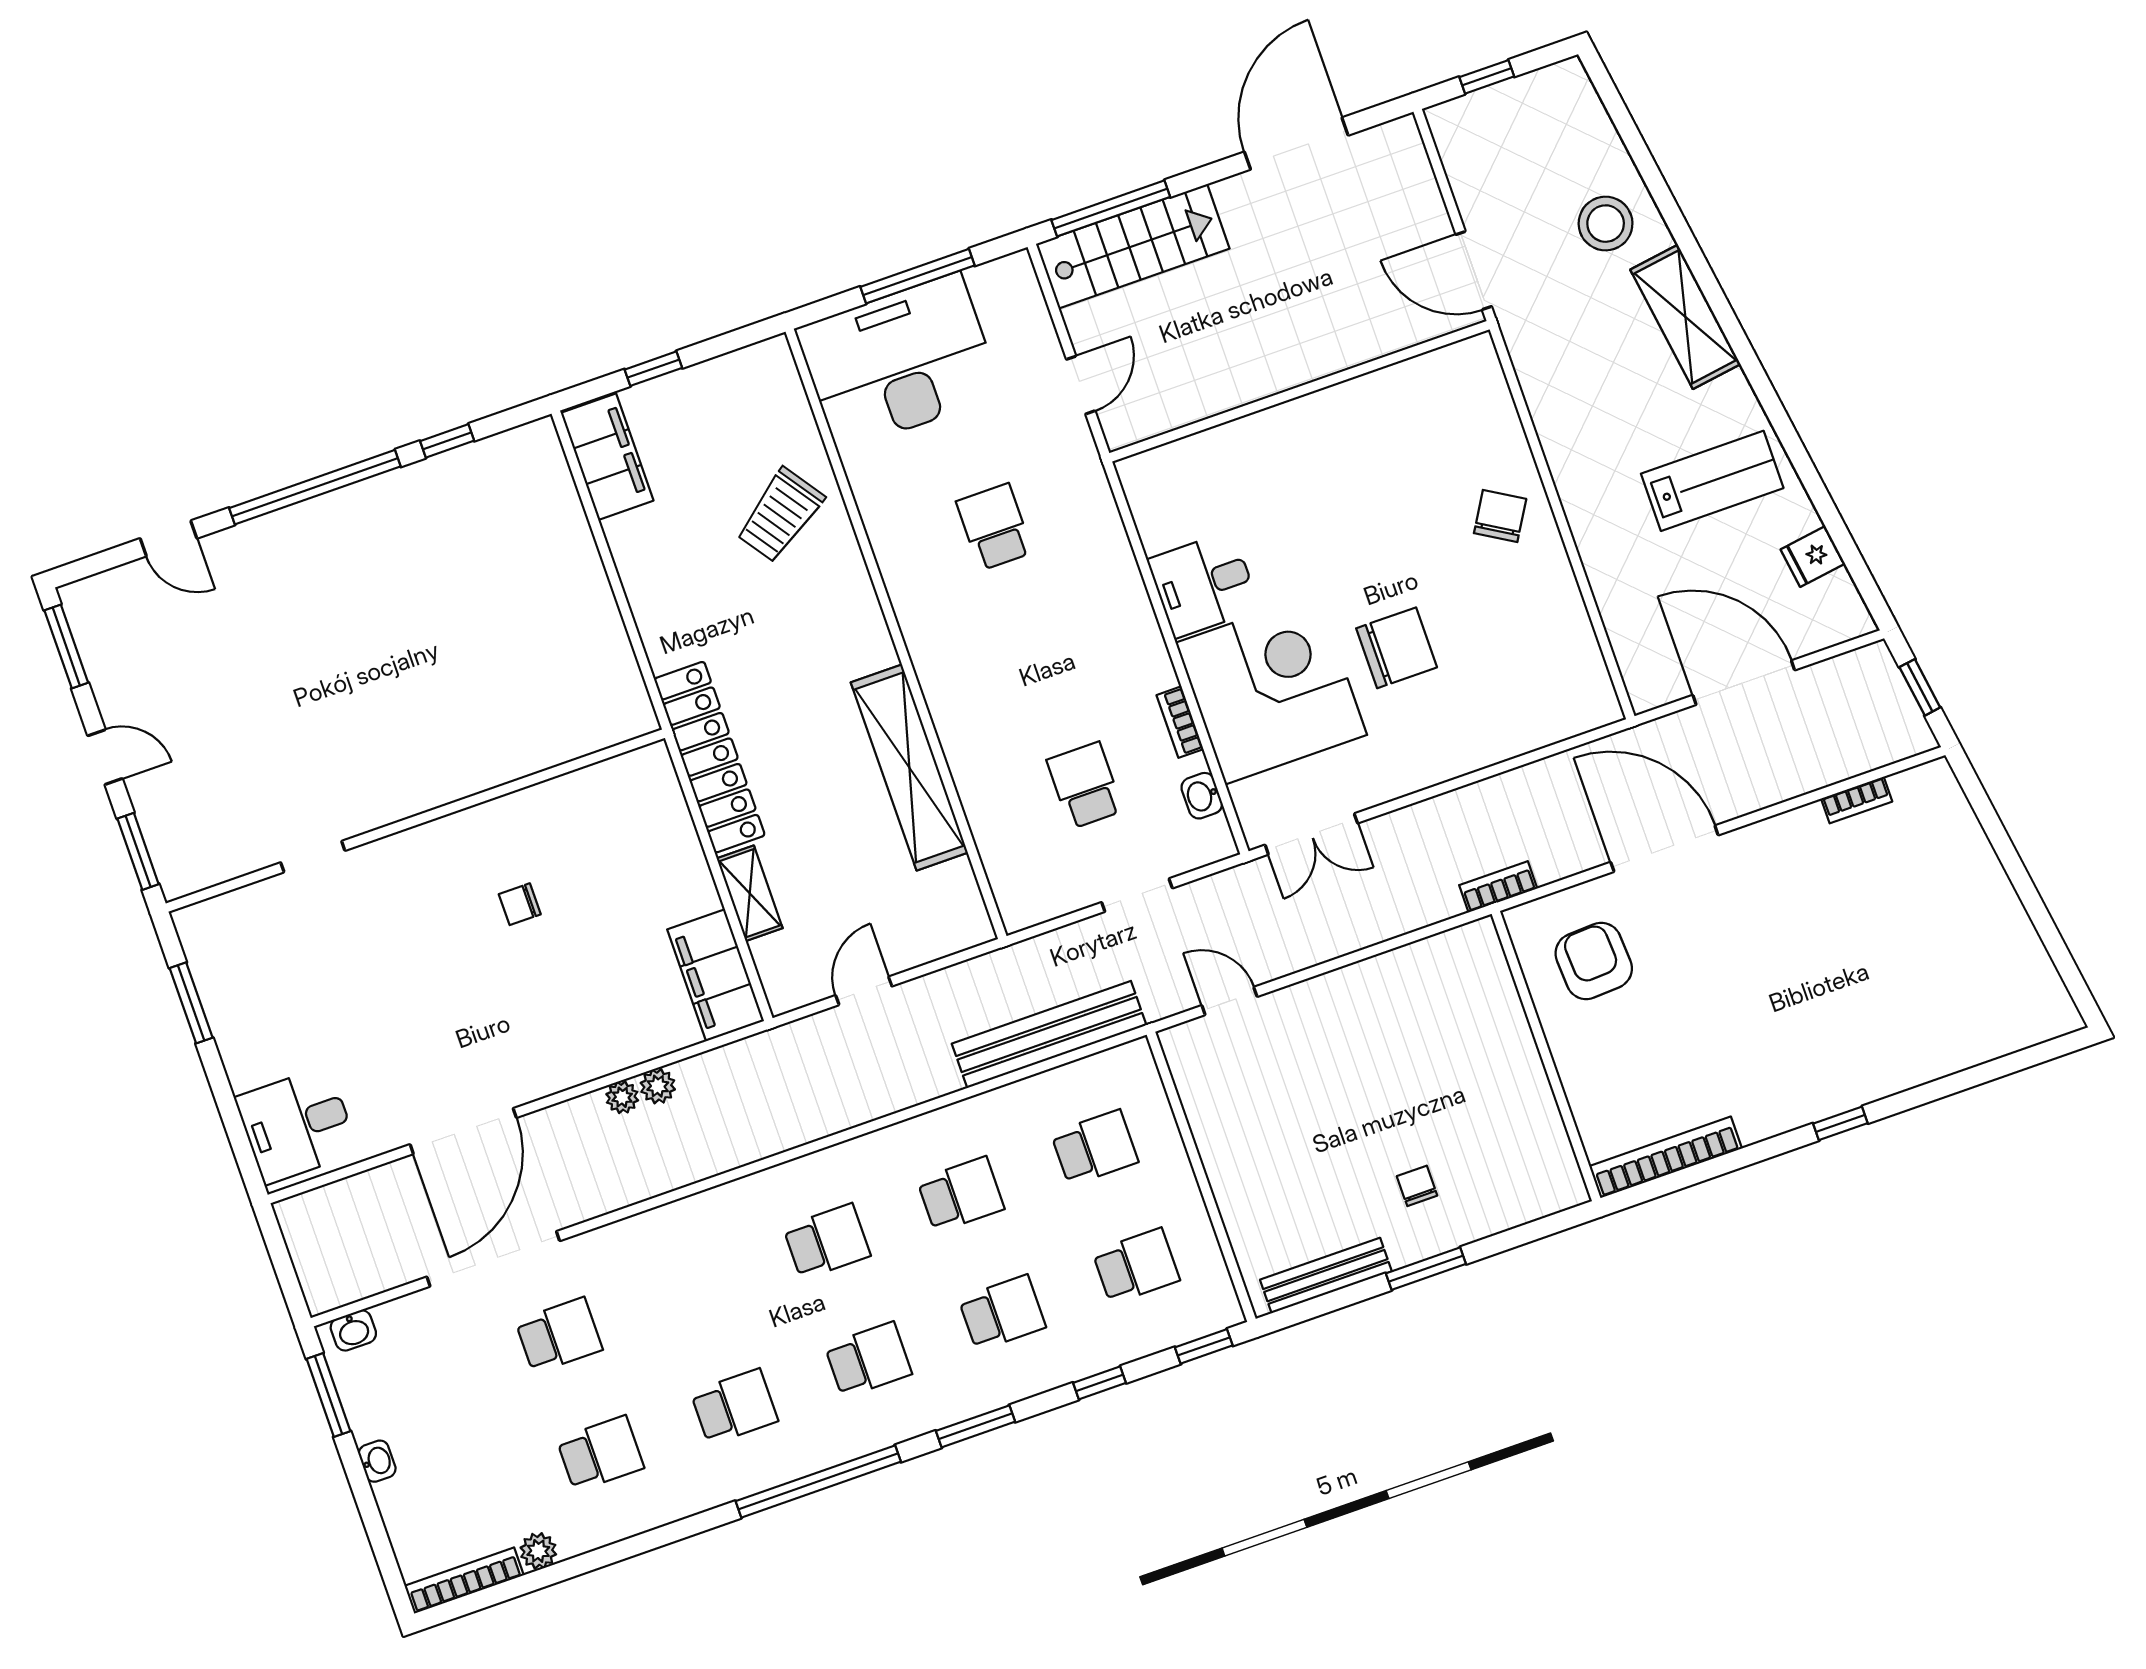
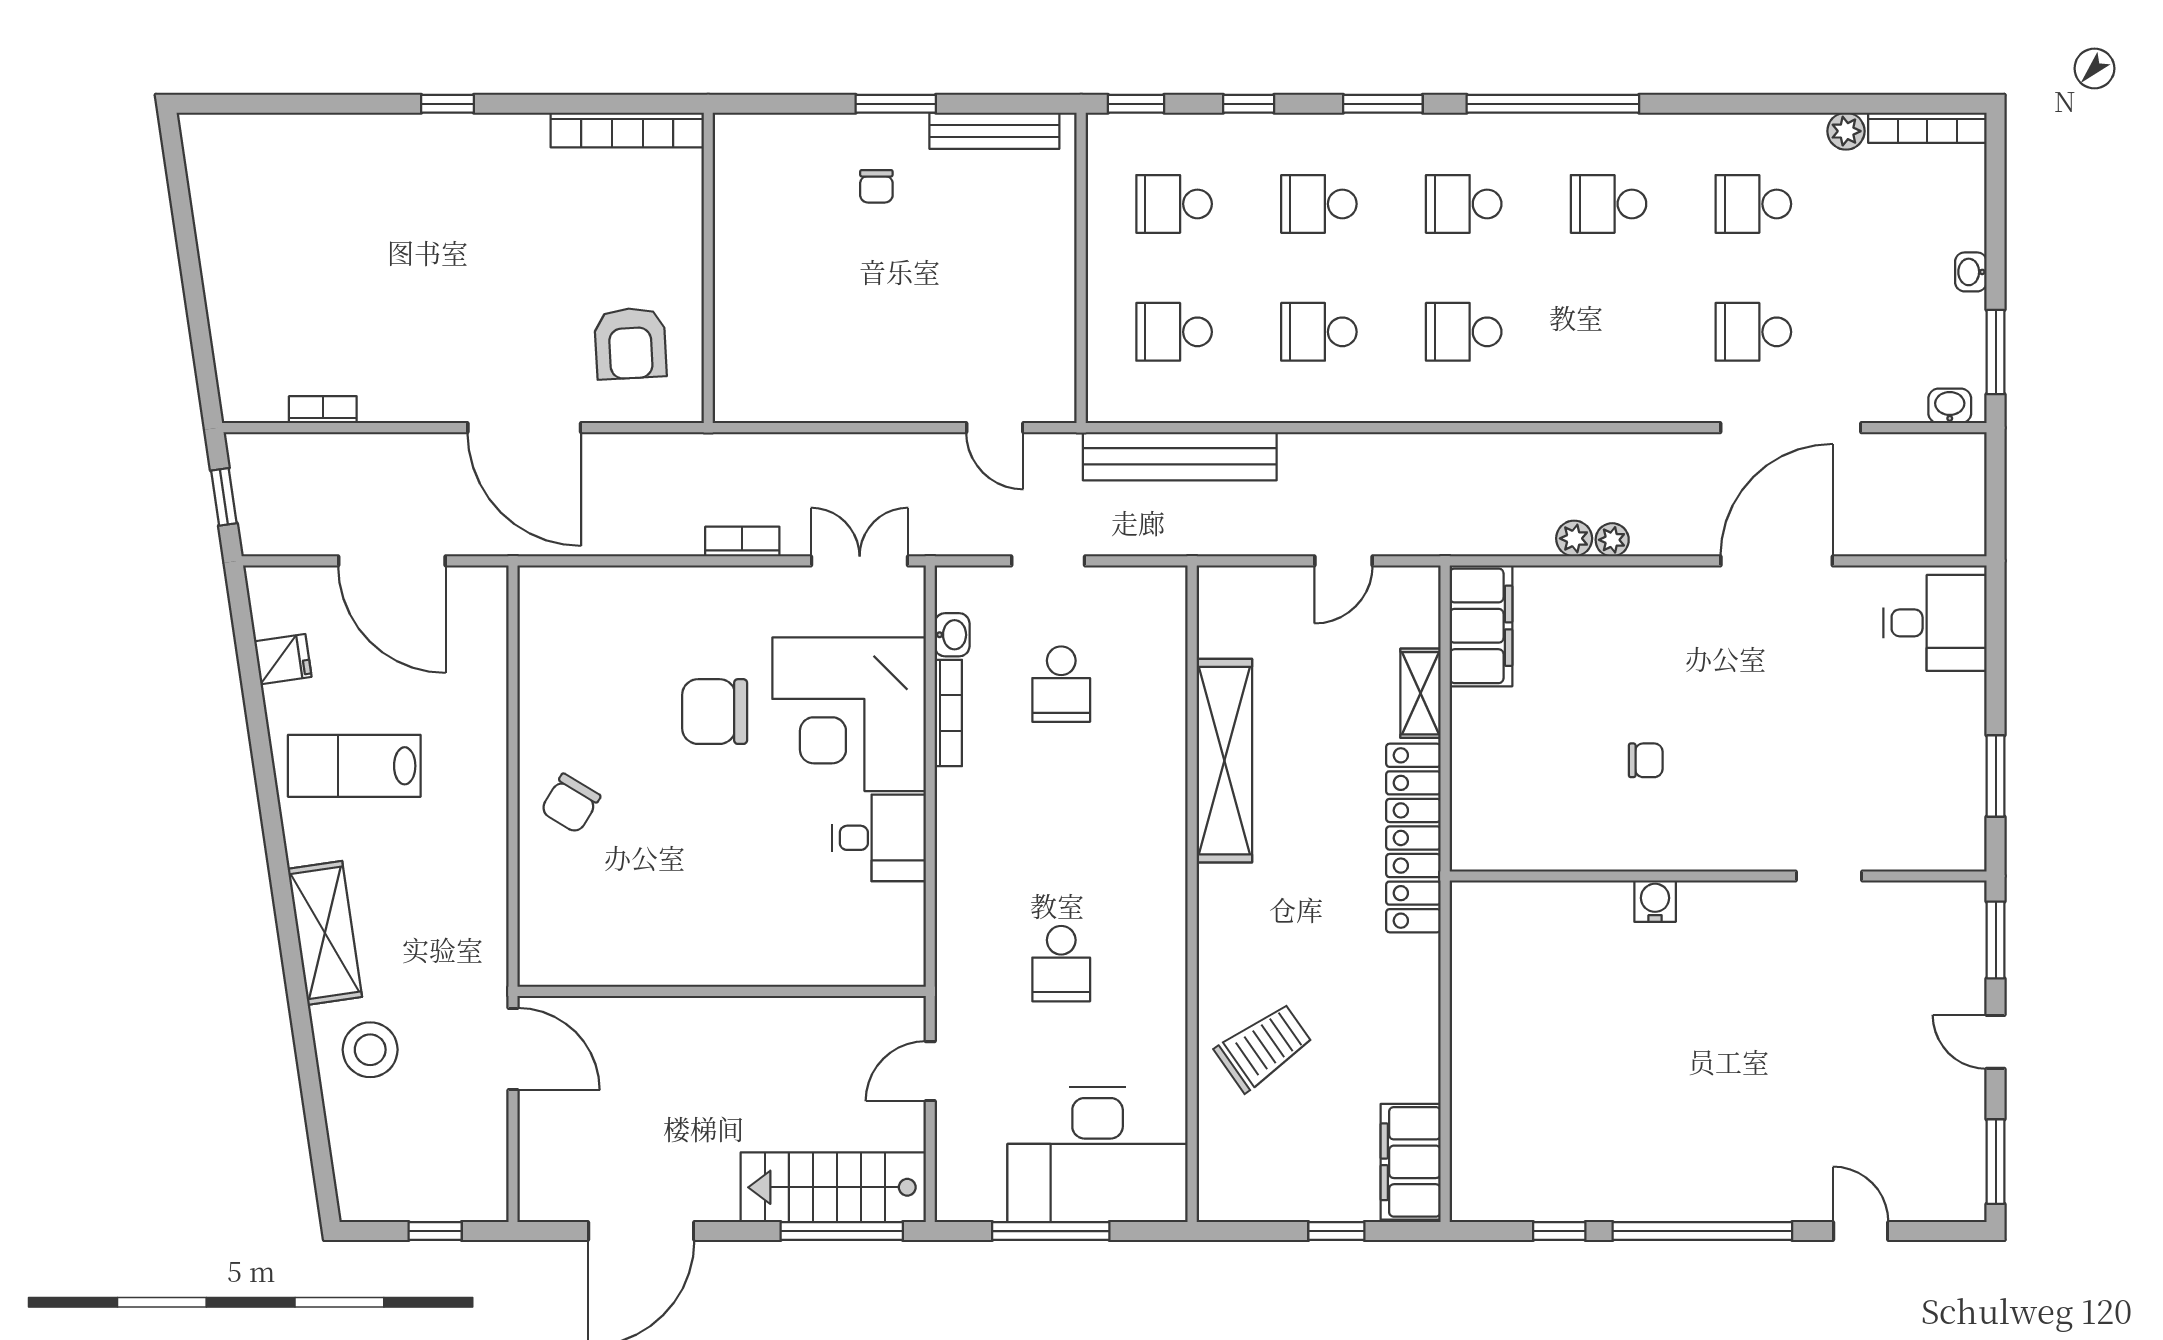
bookcase: (1180, 722) -> (948, 713), width x1.56
water cooler: (465, 777) -> (1655, 901), added
bookcase: (1498, 887) -> (742, 542), moved, turned 180

